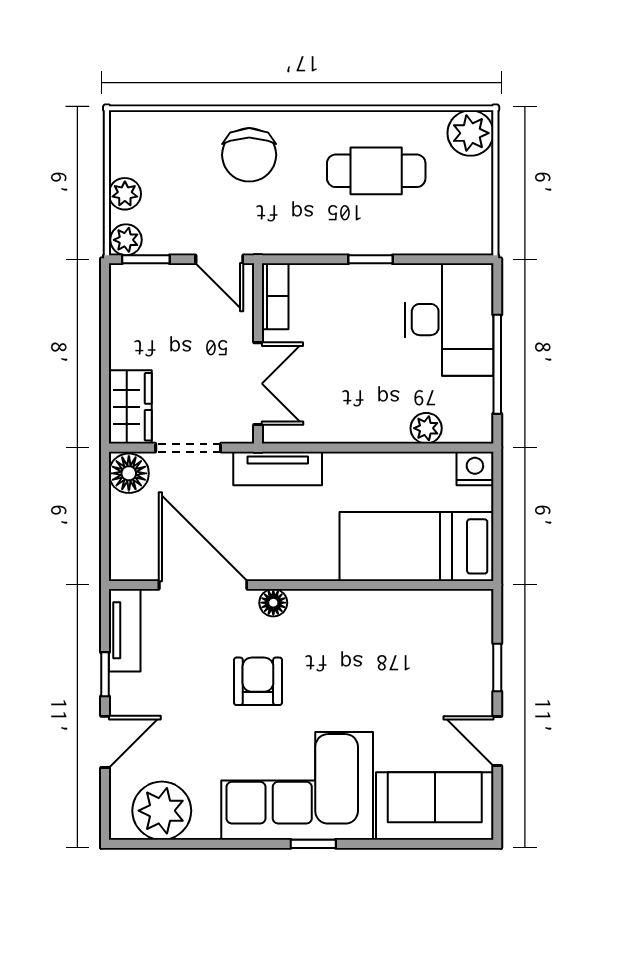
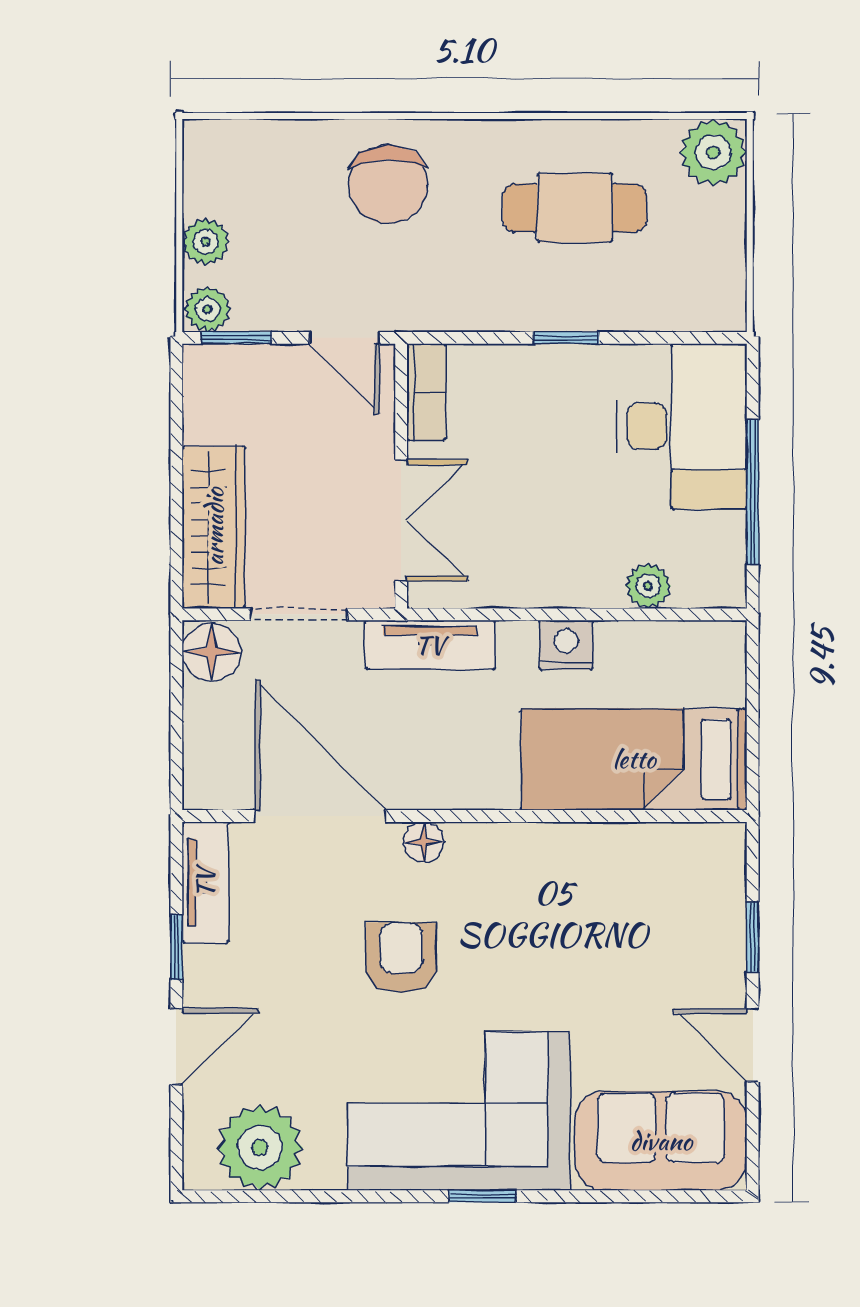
wardrobe: (130, 407) -> (214, 527), width x1.50
nightstand: (475, 468) -> (566, 645), moved

